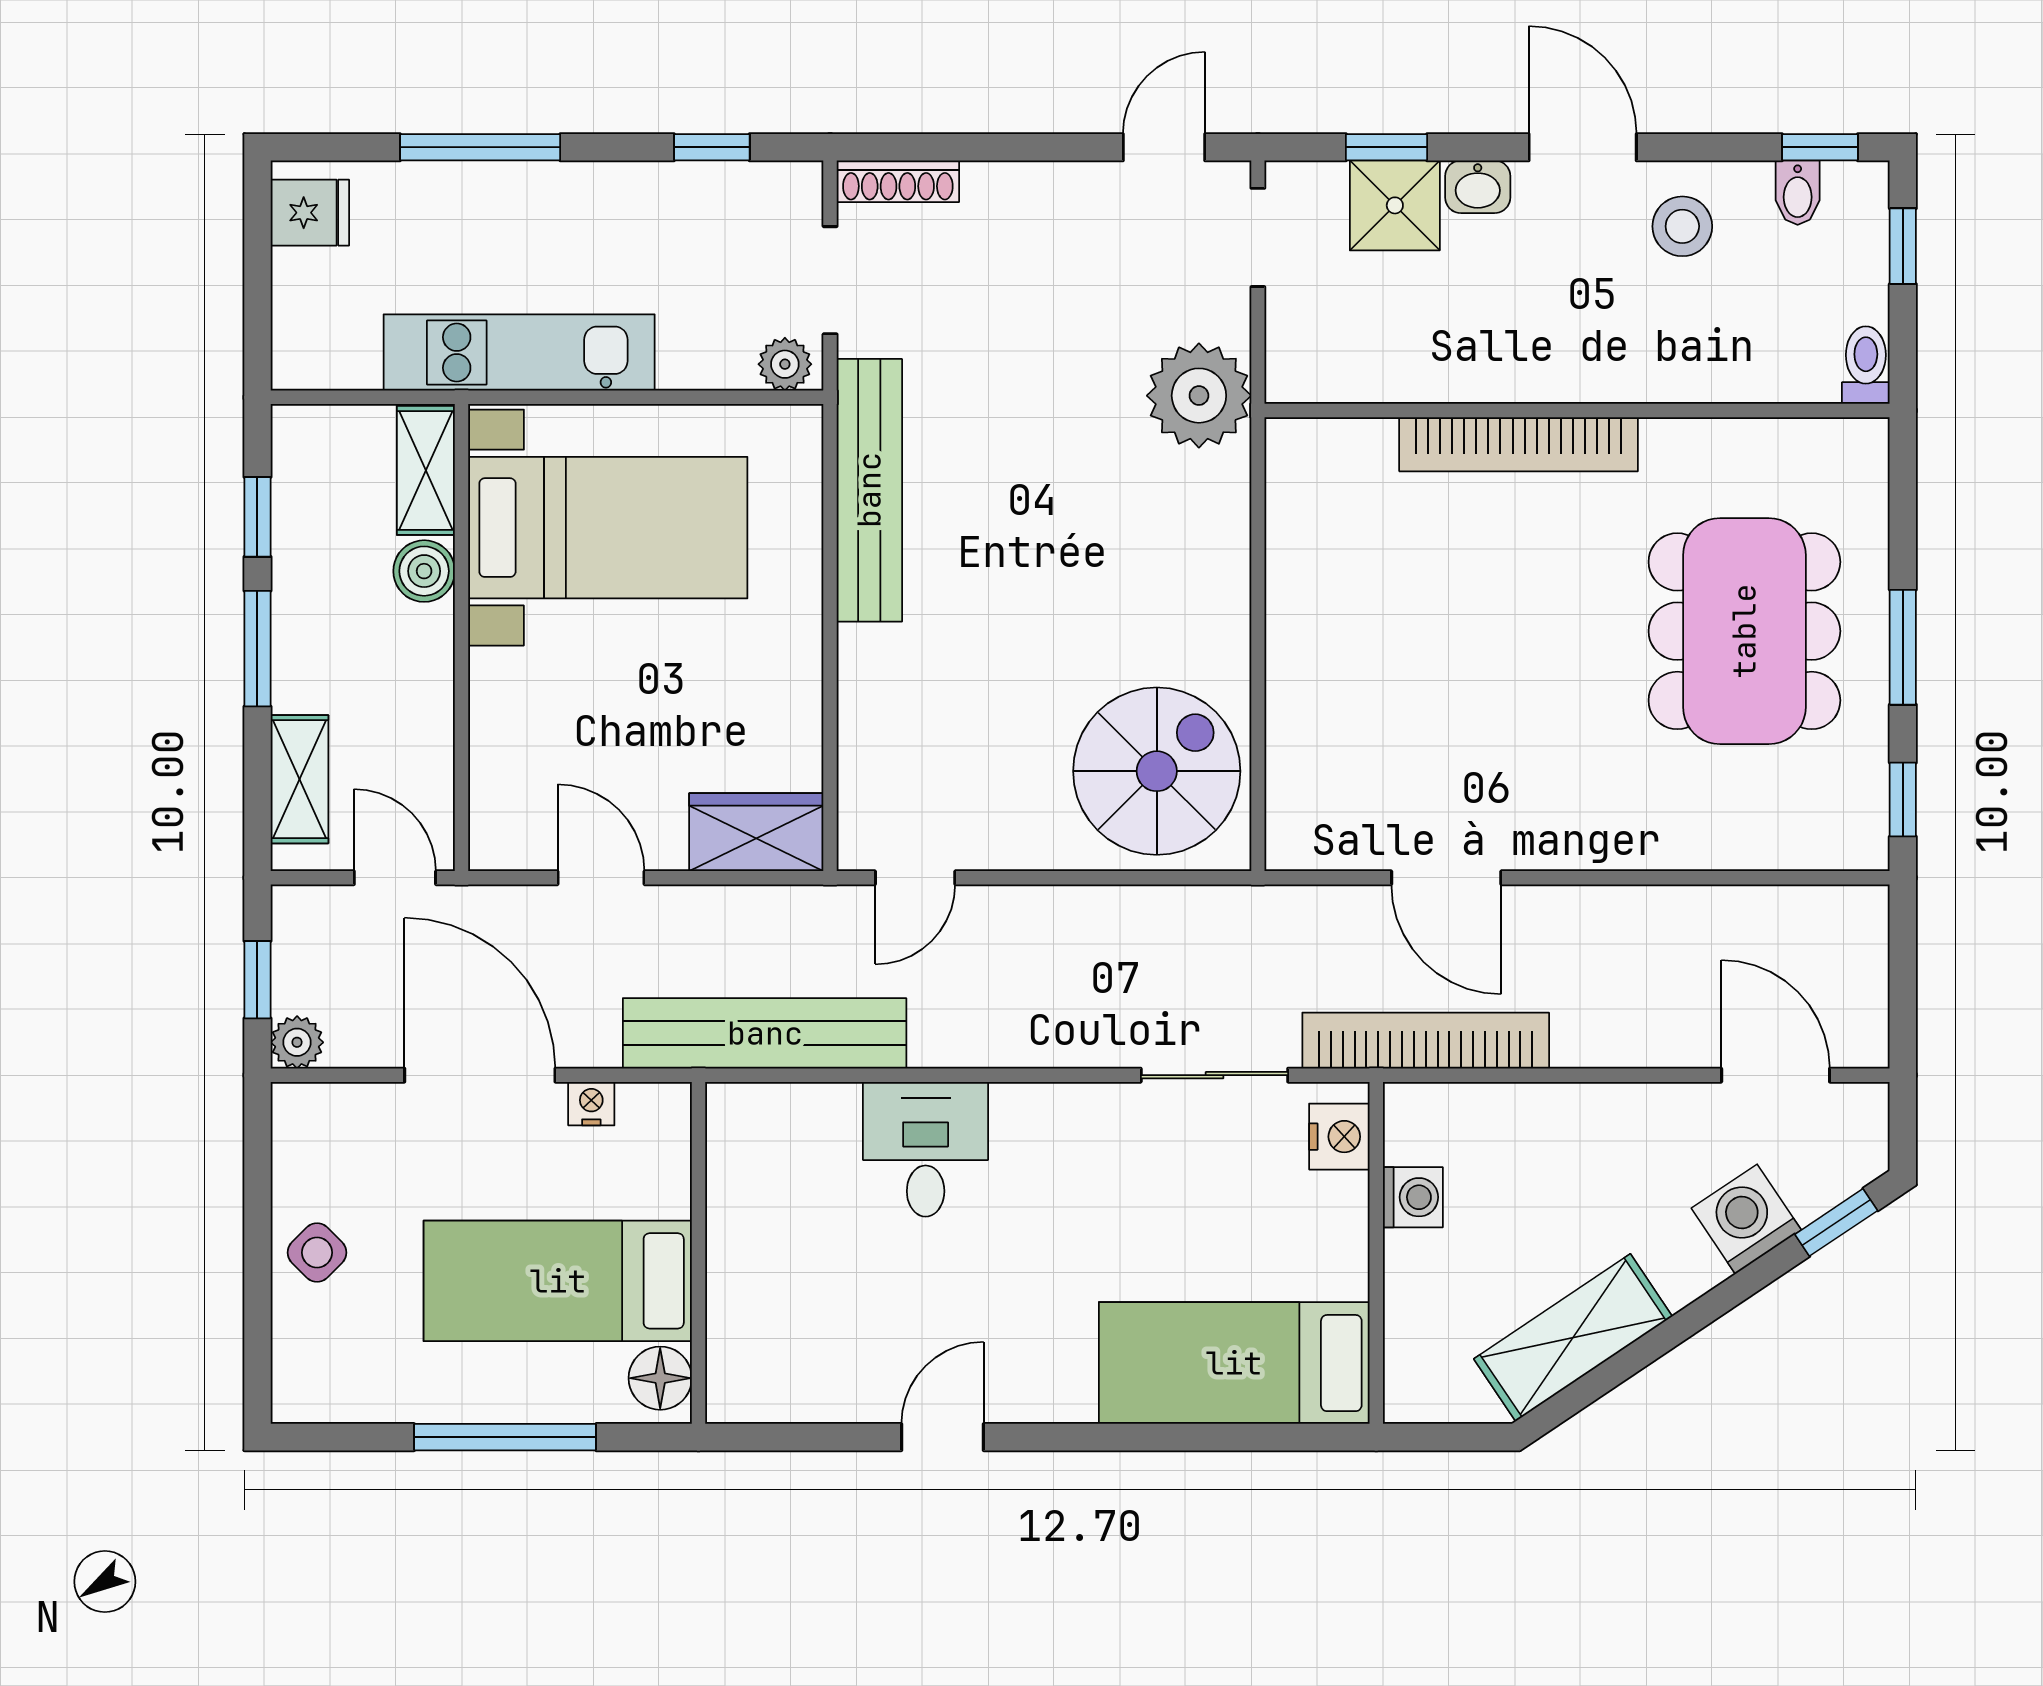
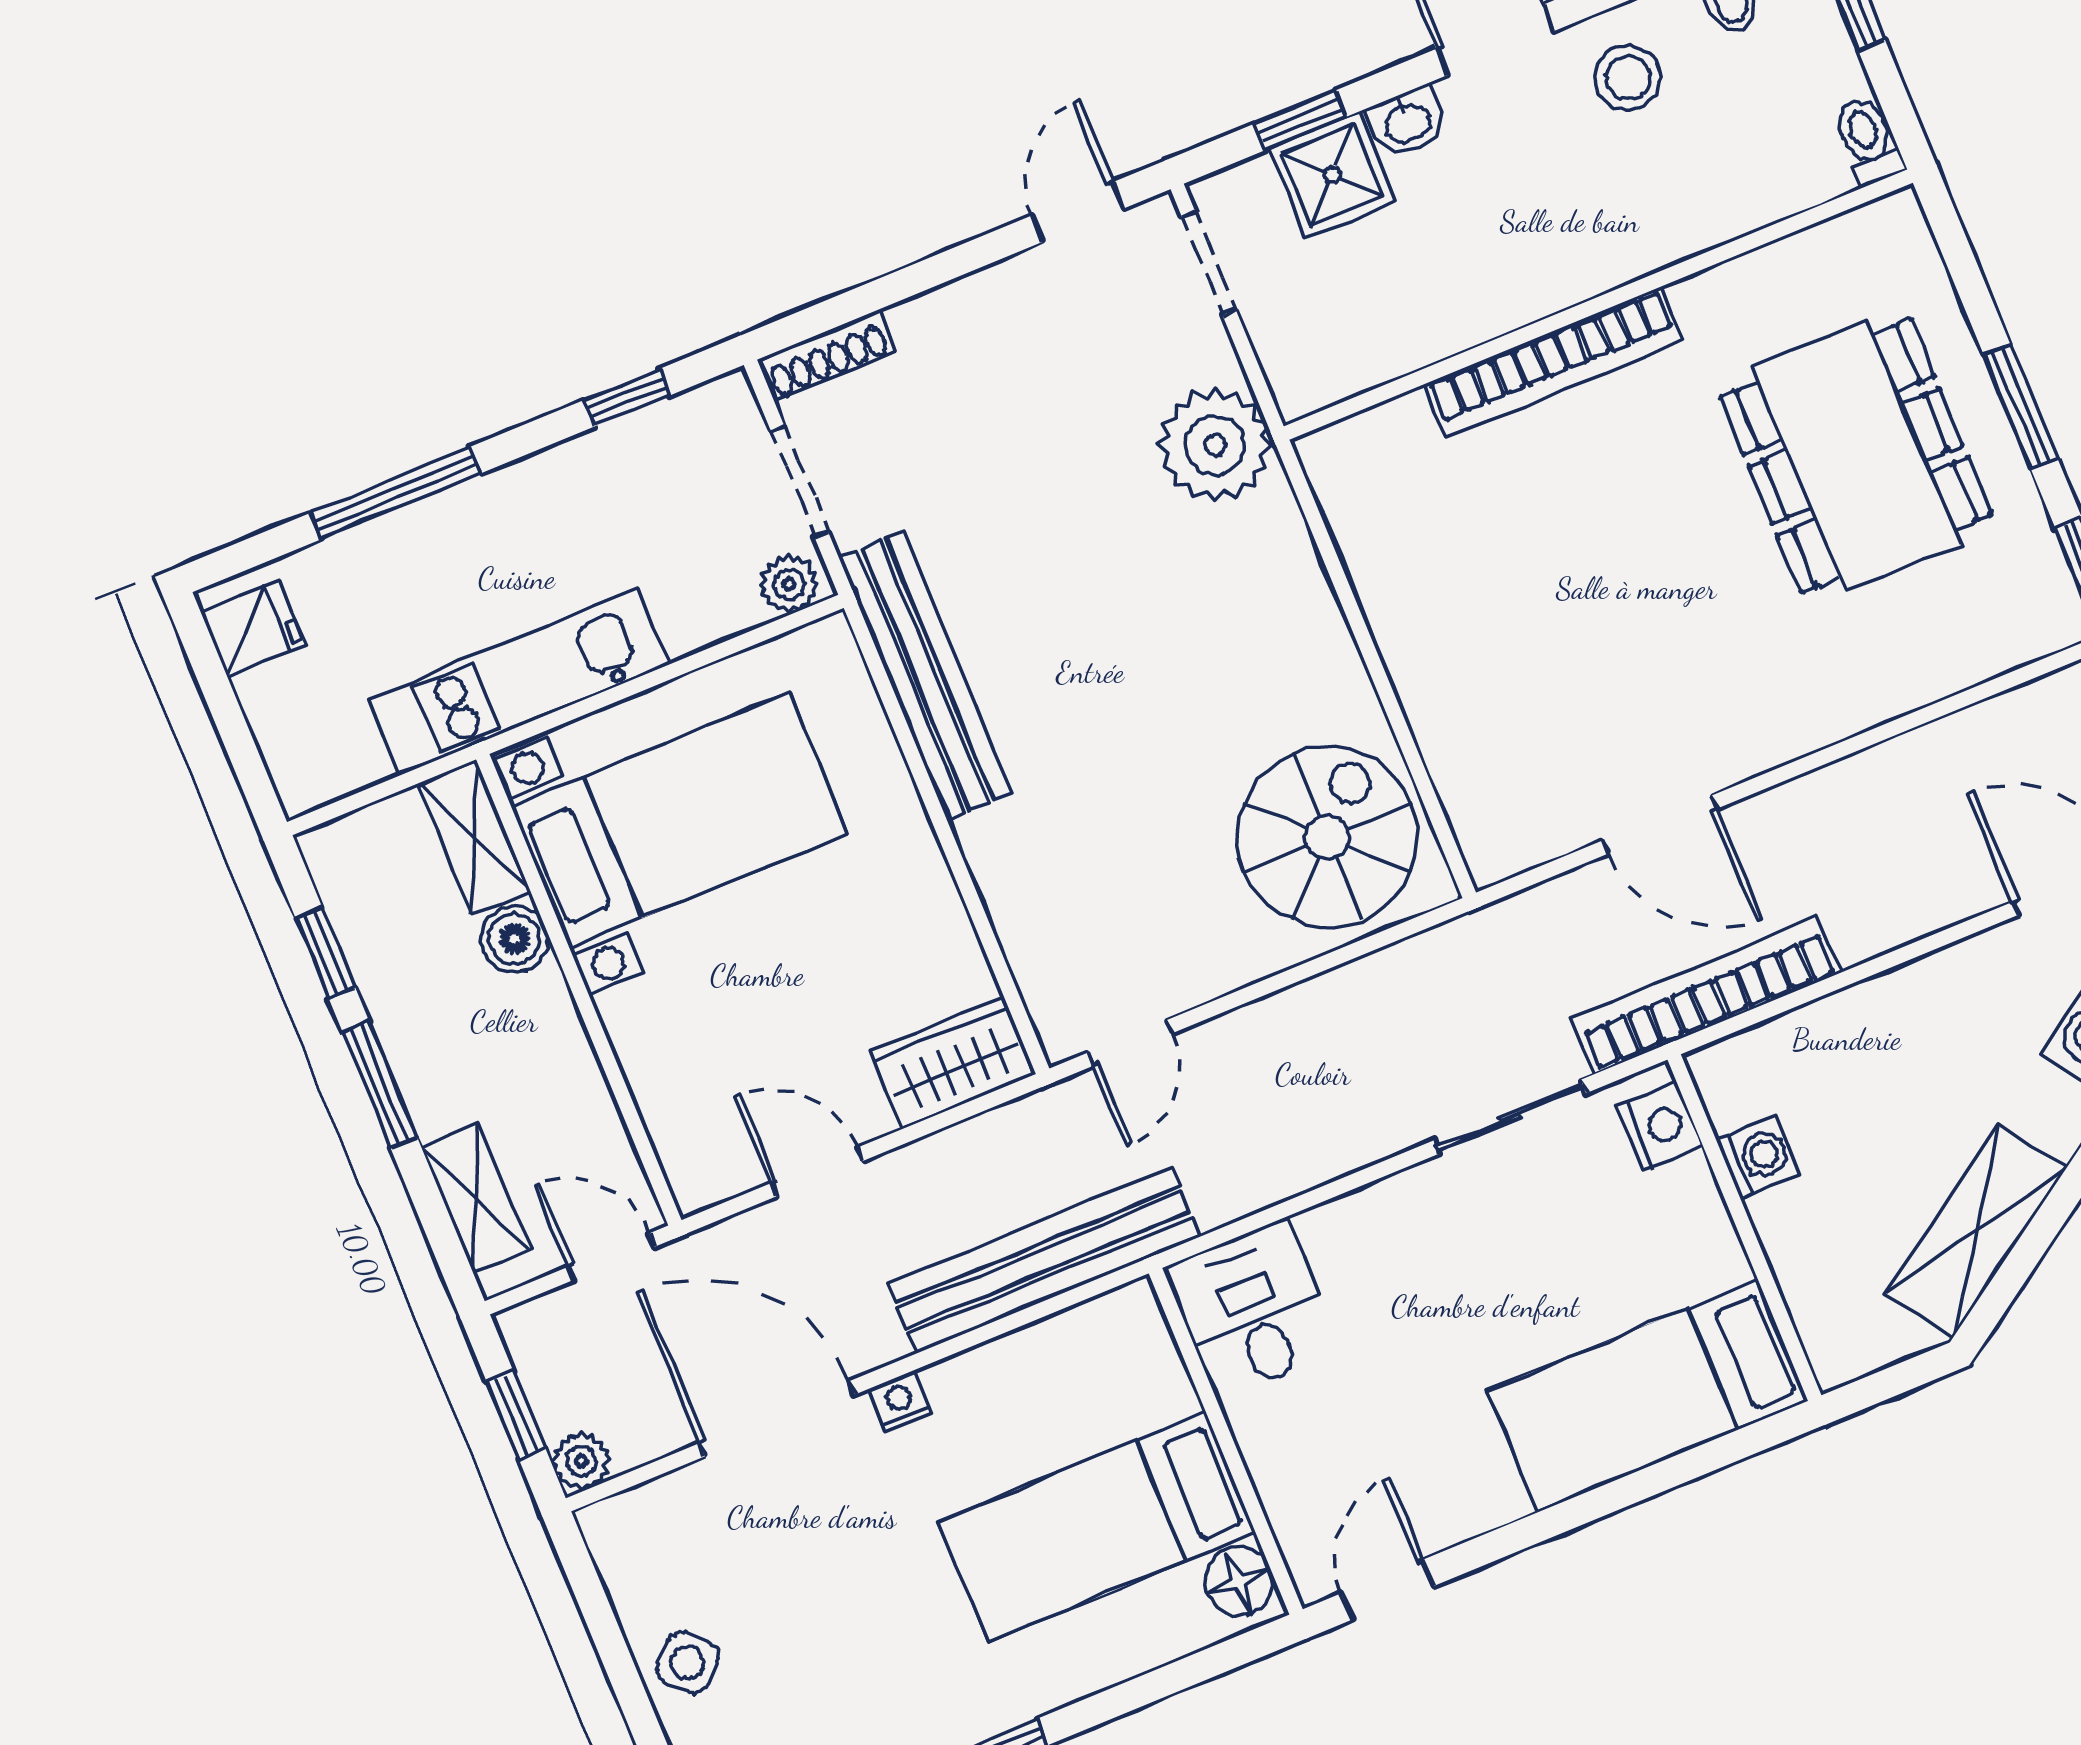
wall: (698, 1253) -> (1226, 1441), moved
bed: (558, 1281) -> (1097, 1527), moved
floor lamp: (660, 1378) -> (1239, 1582), moved

